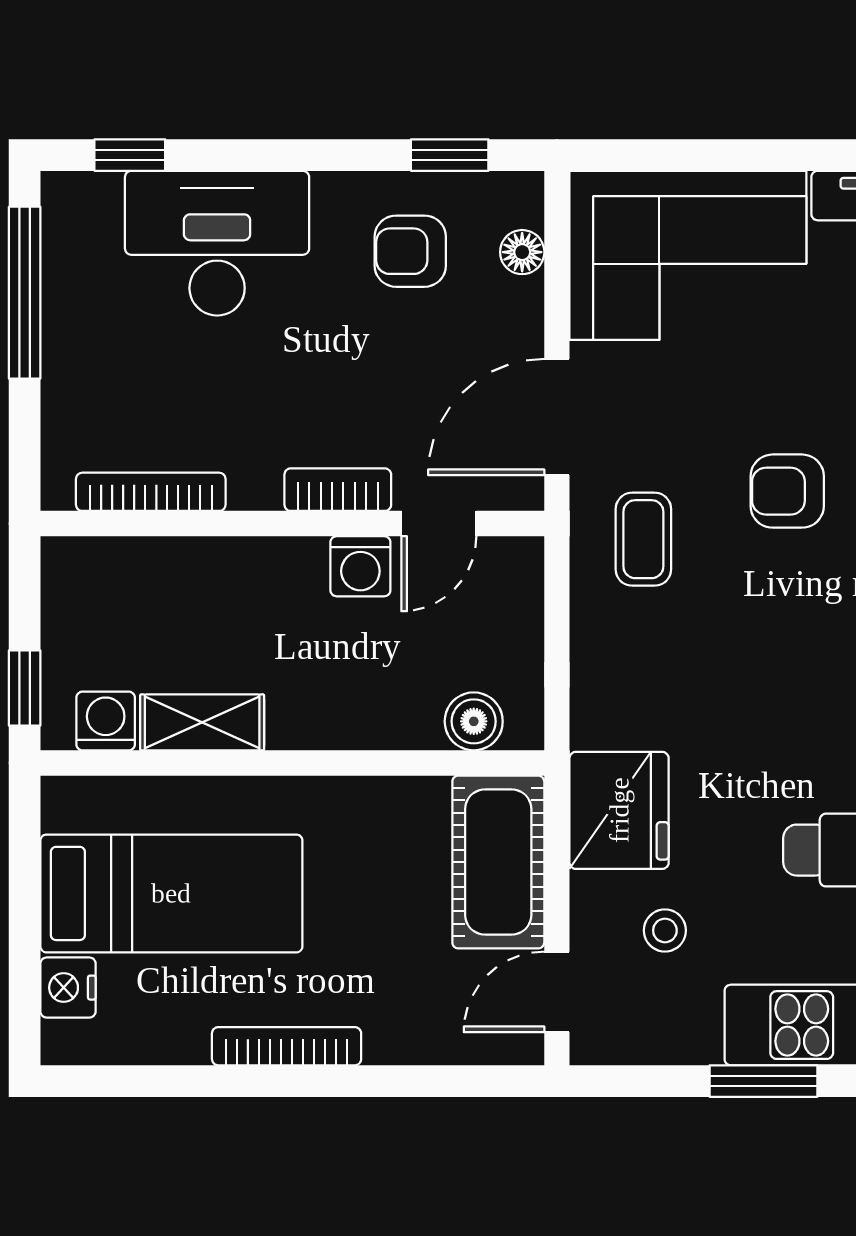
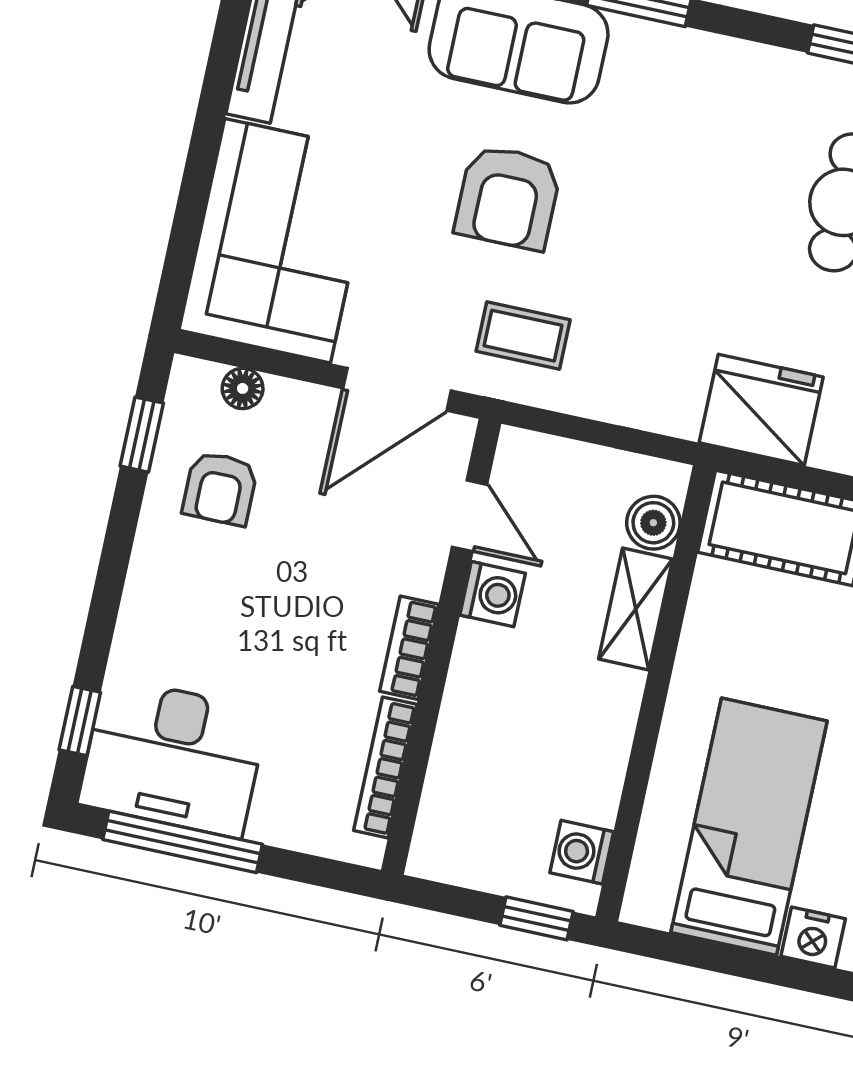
desk: (217, 243) -> (173, 757), moved, turned -90
door: (557, 417) -> (397, 389), hinge flipped
bookcase: (338, 490) -> (409, 648), moved
armchair: (787, 491) -> (508, 197), width x1.38, depth x1.38
shelving: (202, 722) -> (636, 609), moved

